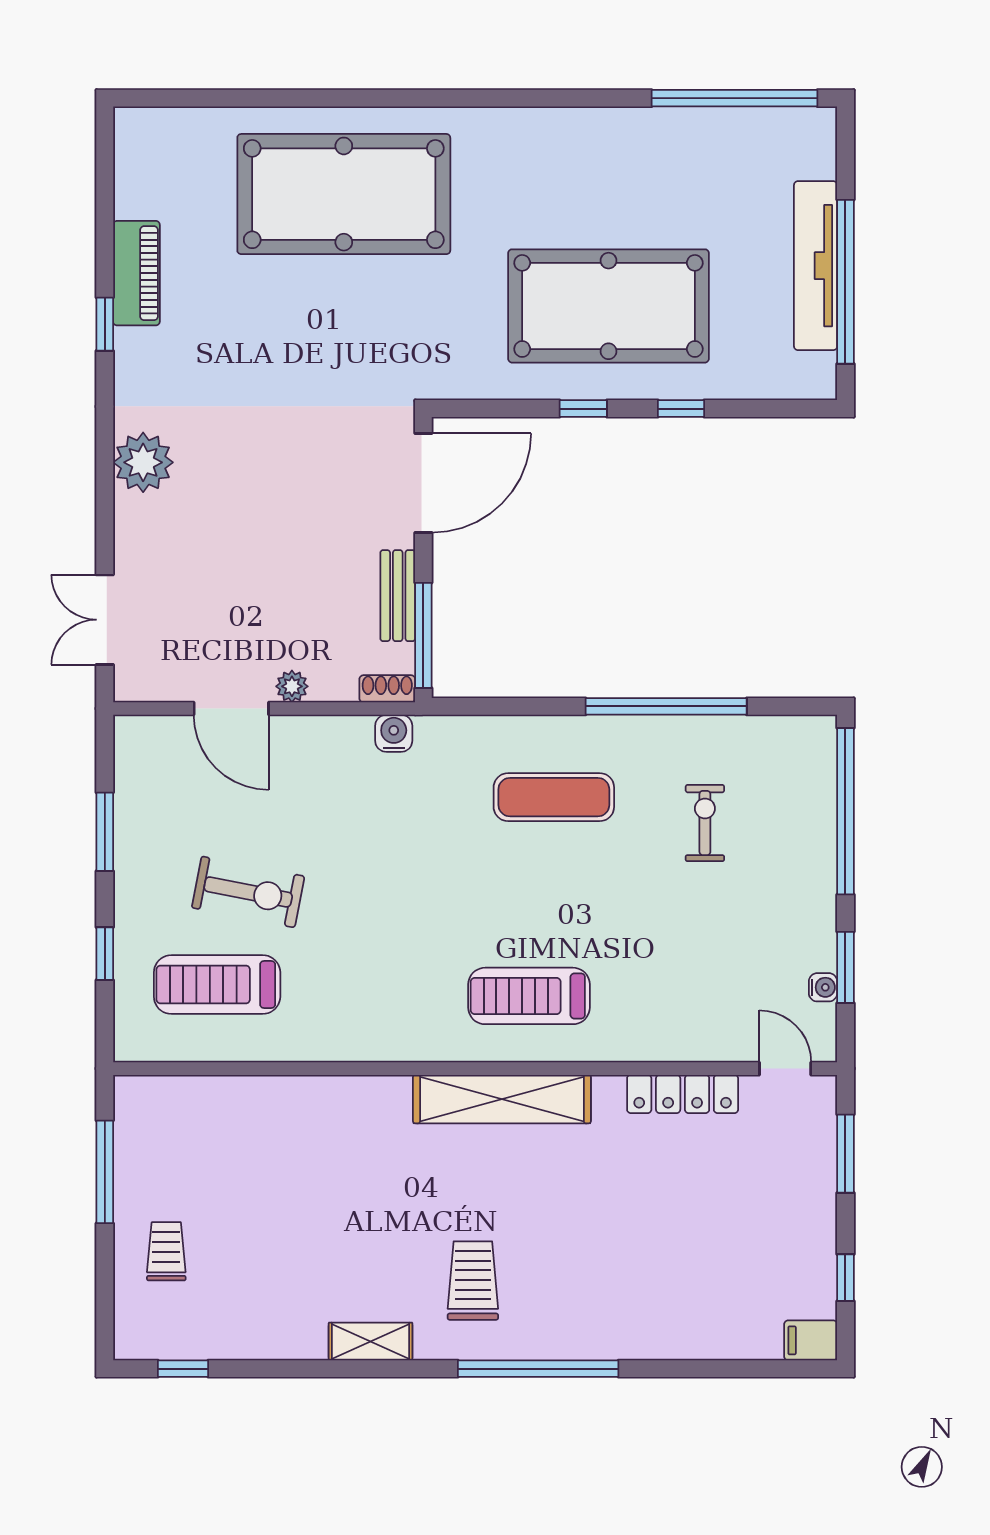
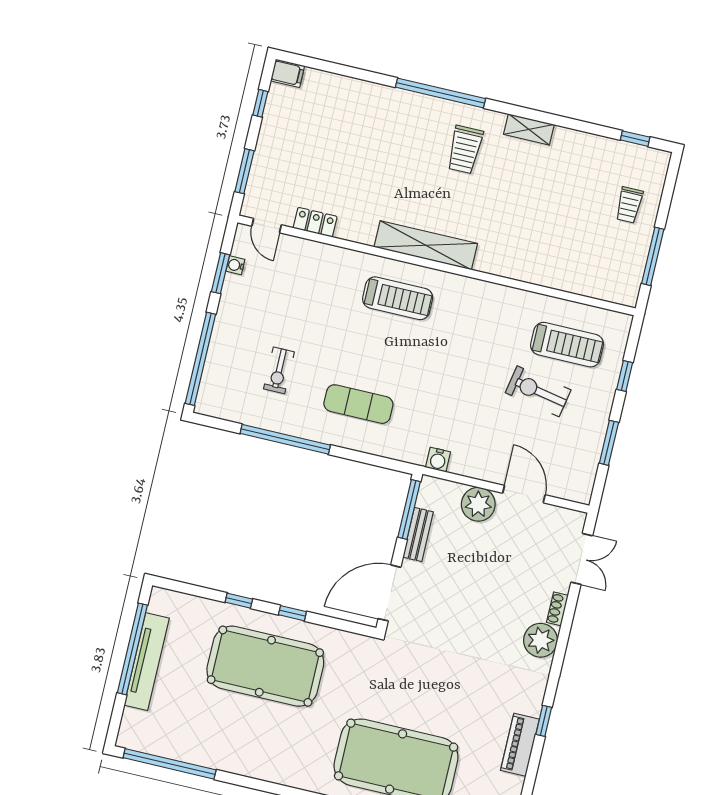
plant: (292, 686) -> (478, 504), width x1.88, depth x1.88
shoe rack: (387, 689) -> (557, 609), moved, turned 90
locker: (683, 1094) -> (315, 222), width x0.66

